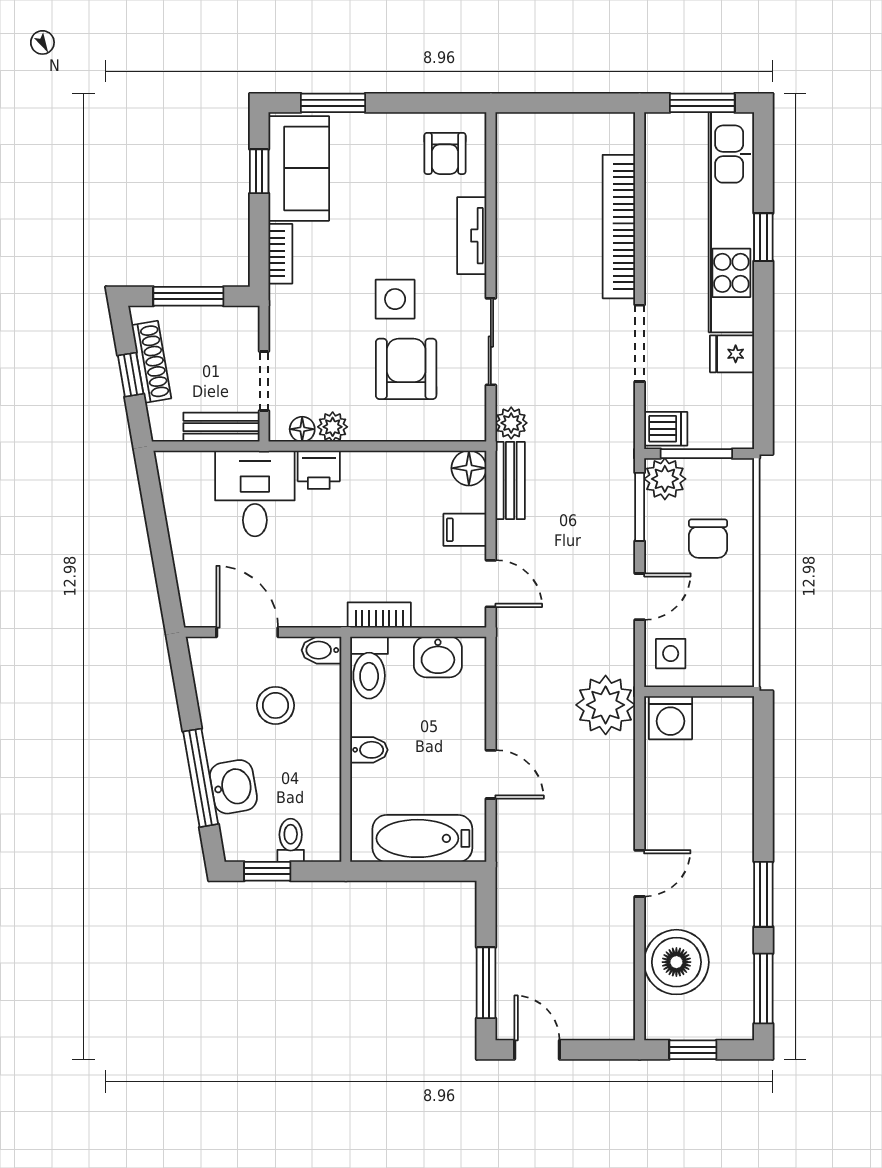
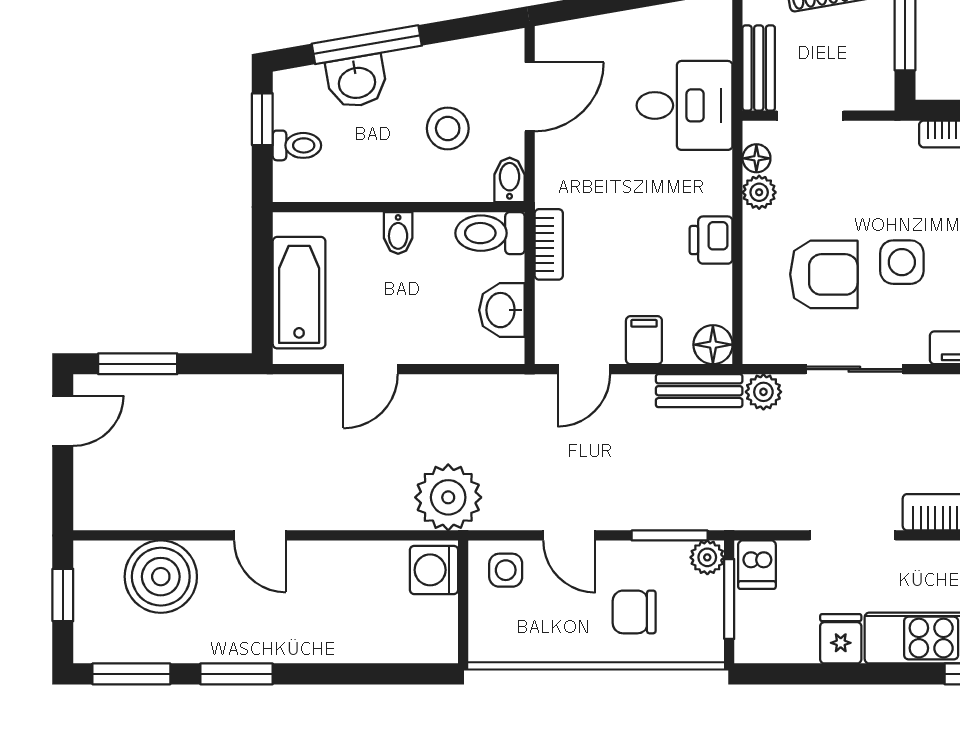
printer: (319, 470) -> (711, 240), moved
plant: (665, 479) -> (707, 557), width x0.73, depth x0.73

